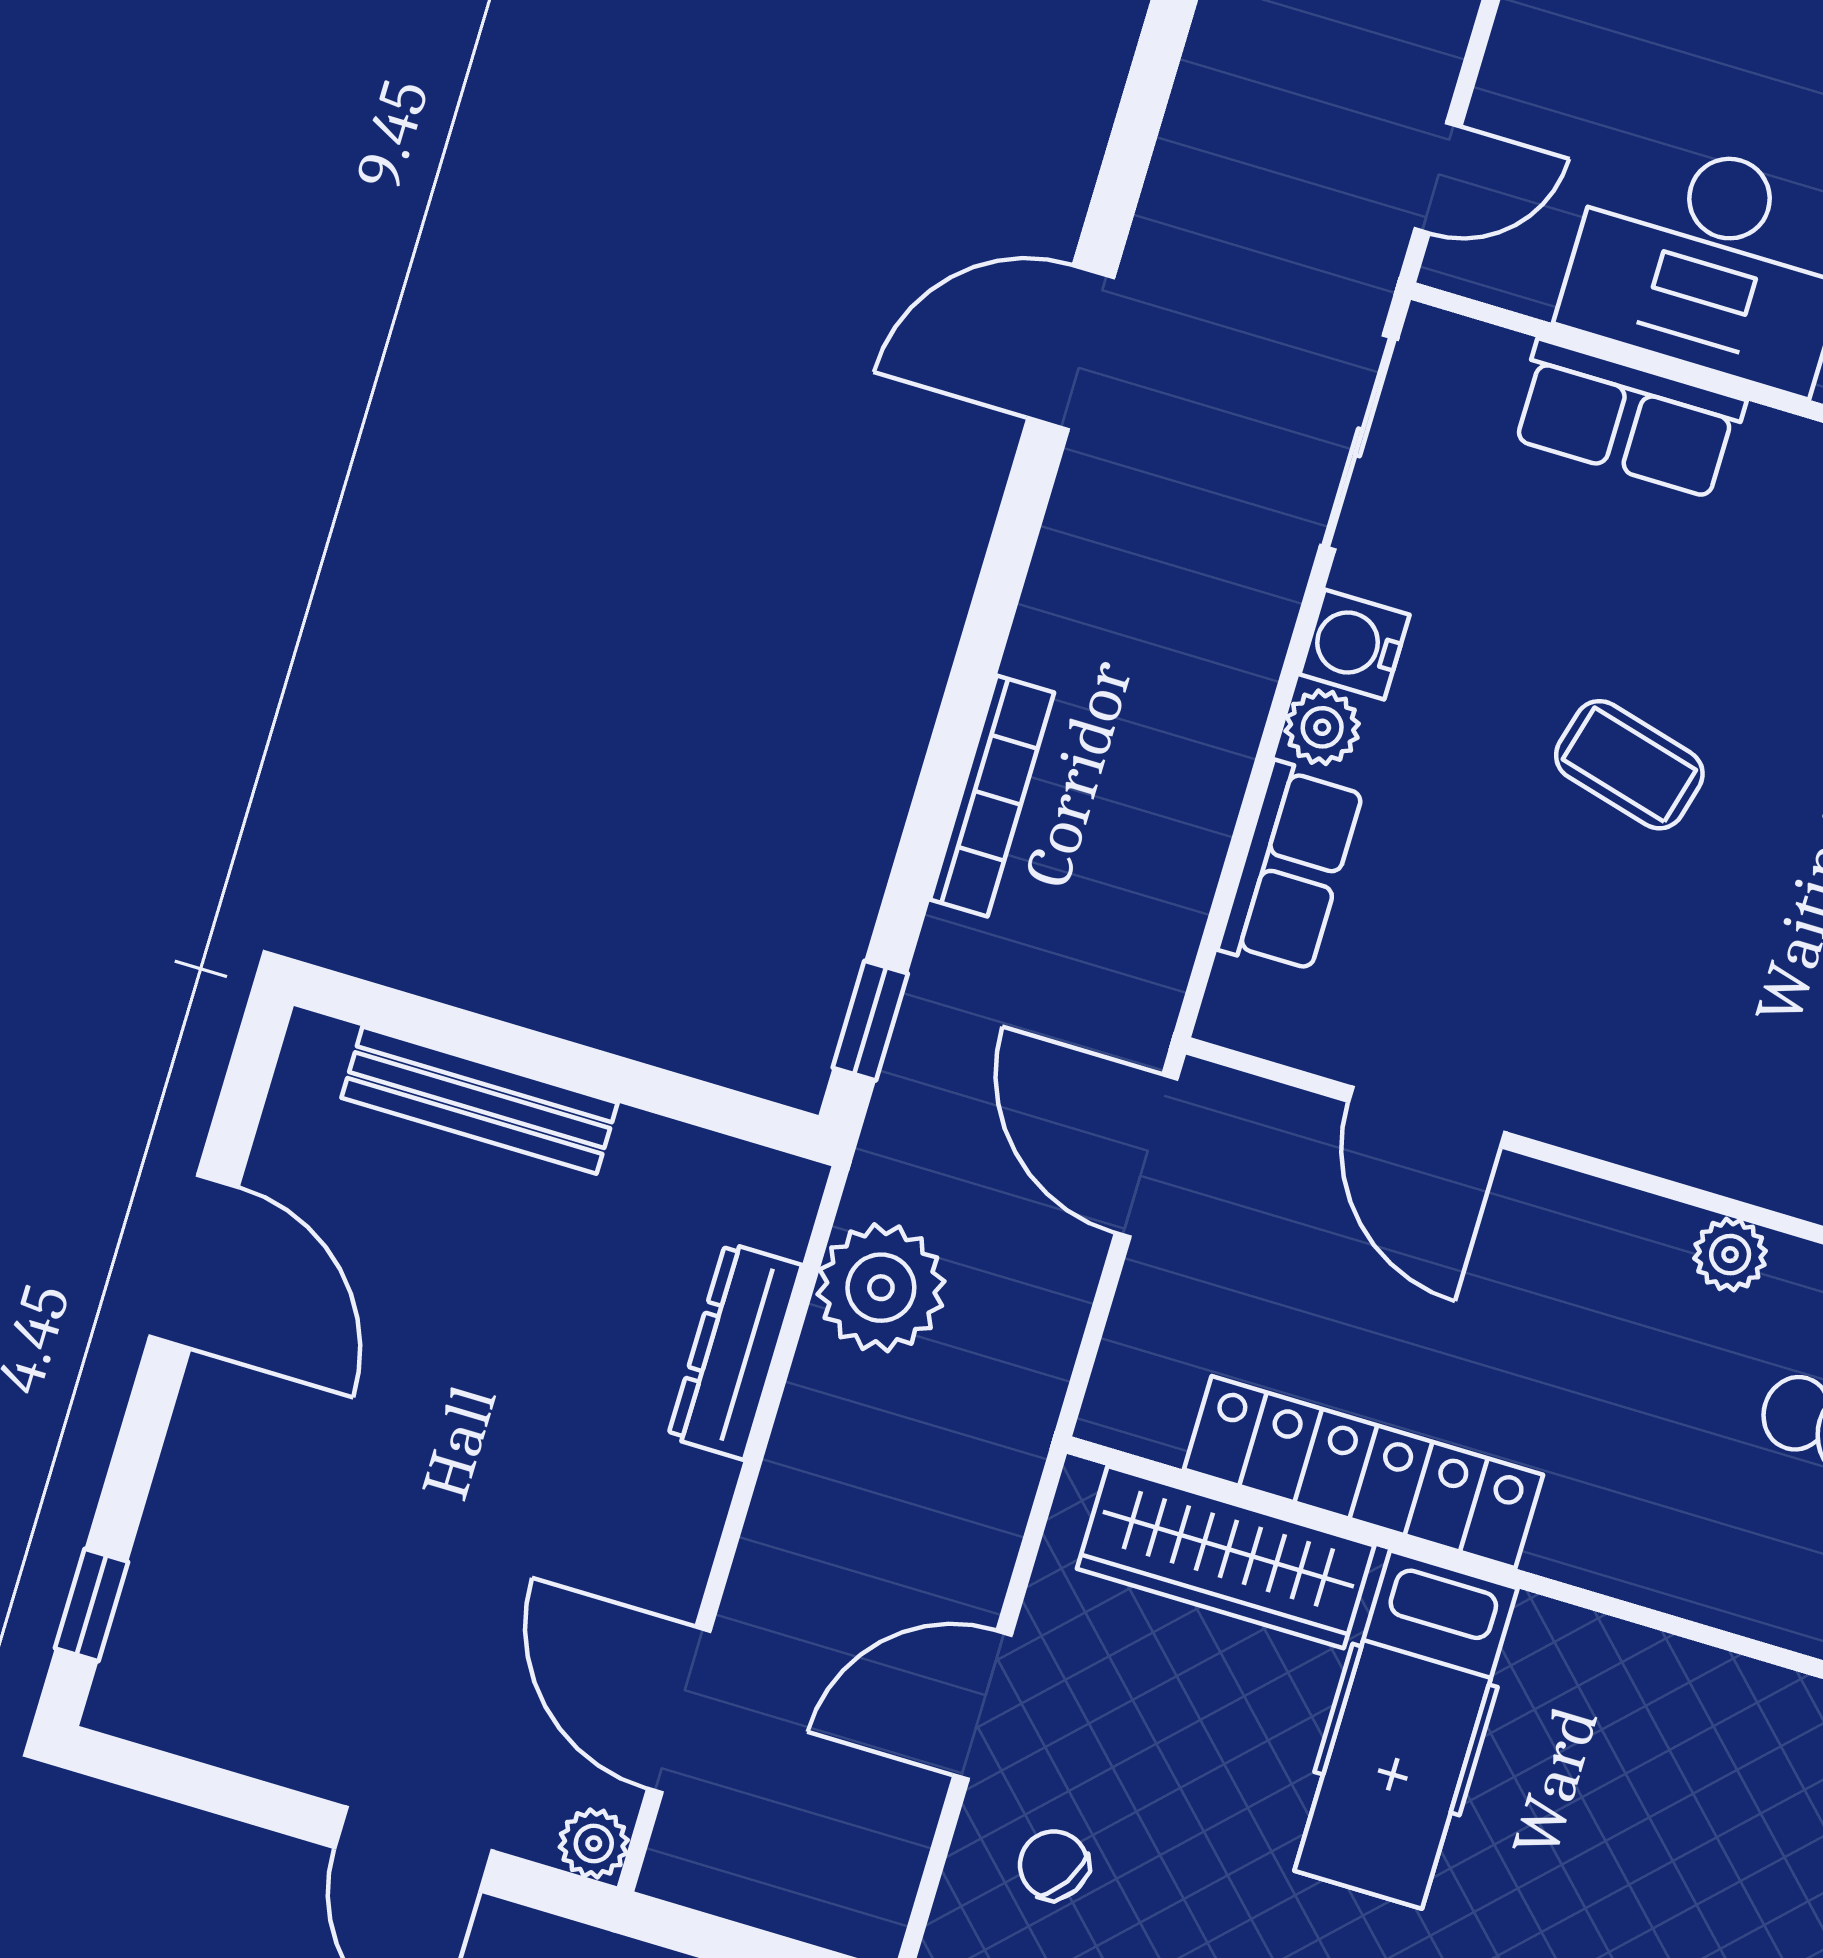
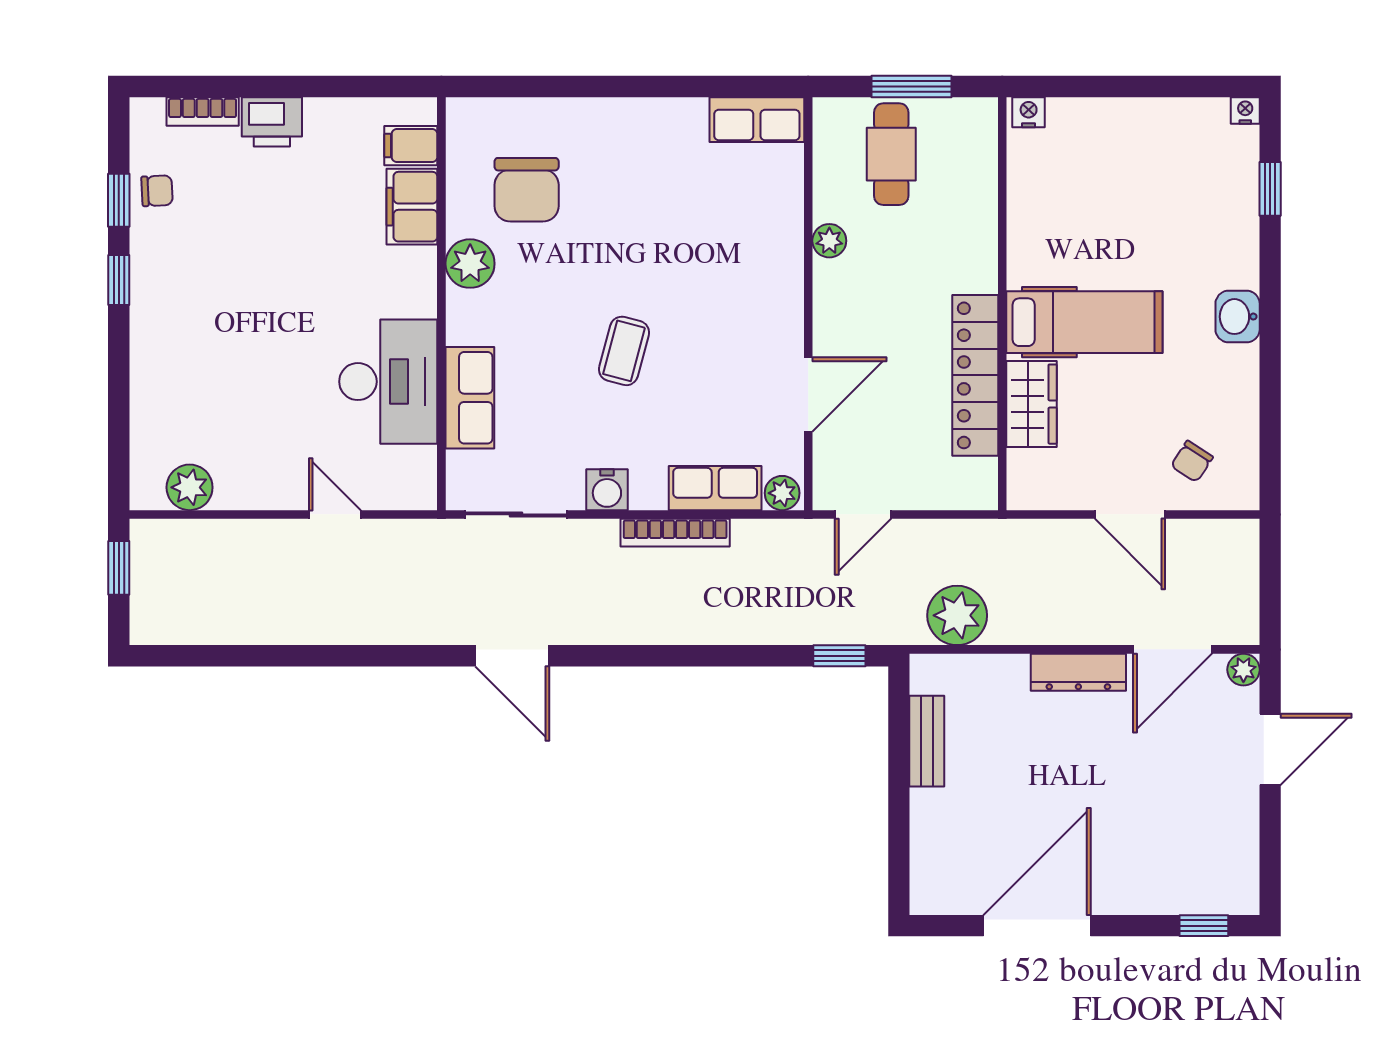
door: (1438, 178) -> (335, 514), moved
plant: (1322, 727) -> (782, 493), moved
bookcase: (992, 796) -> (675, 533), moved, turned 180
bench: (480, 1100) -> (927, 741), moved, width x0.73
door: (1146, 1156) -> (863, 514), width x0.73
door: (194, 1262) -> (1037, 926), width x1.36
dresser: (735, 1351) -> (1078, 672), moved
wardrobe: (1226, 1557) -> (1032, 404), width x0.67

